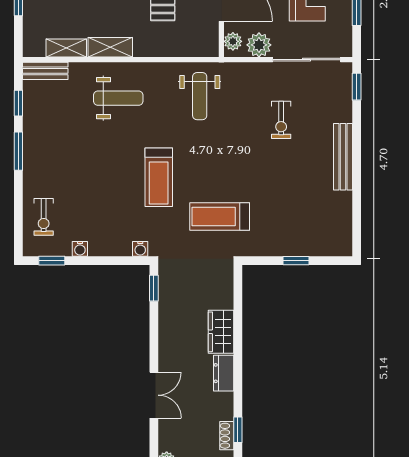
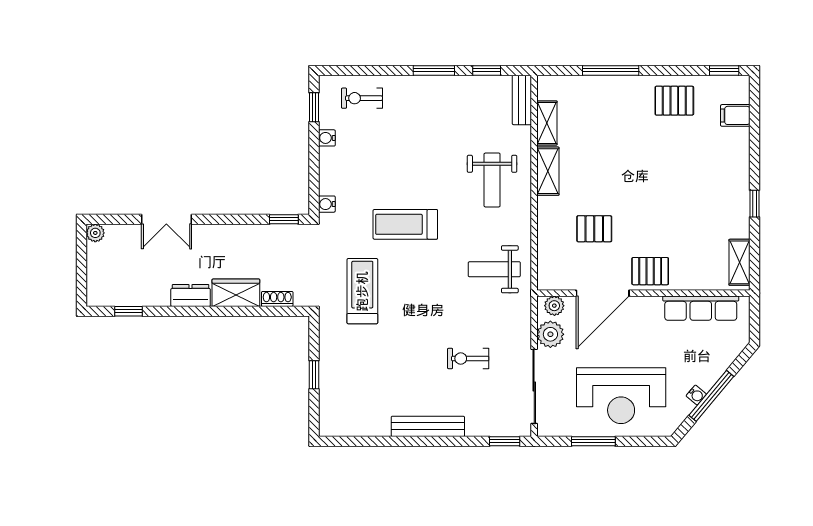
shoe rack: (227, 436) -> (277, 299), moved

